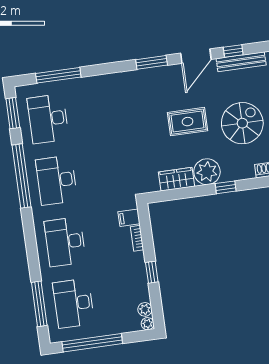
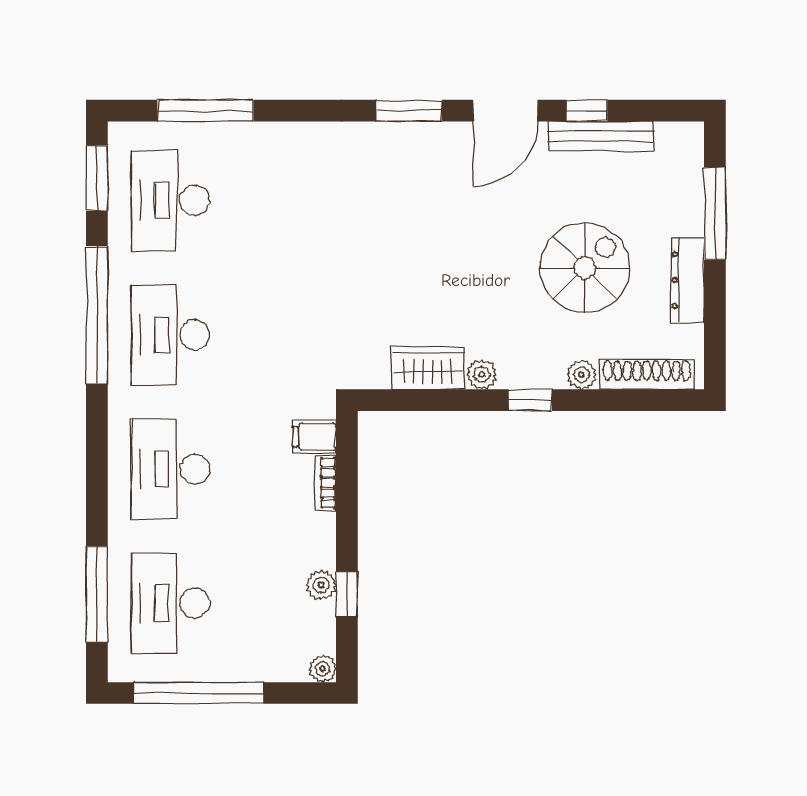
rug: (187, 122) -> (468, 248), removed
plant: (207, 172) -> (482, 374), width x0.53, depth x0.53
plant: (248, 172) -> (581, 375), added
window: (152, 272) -> (347, 594), moved
plant: (145, 309) -> (321, 585), moved

